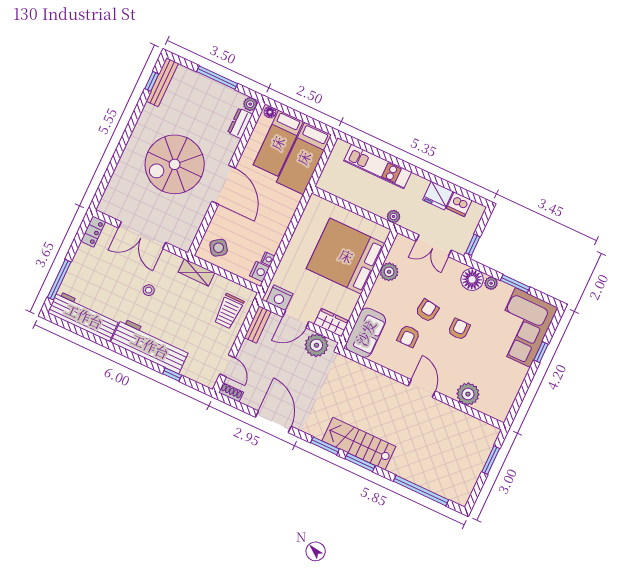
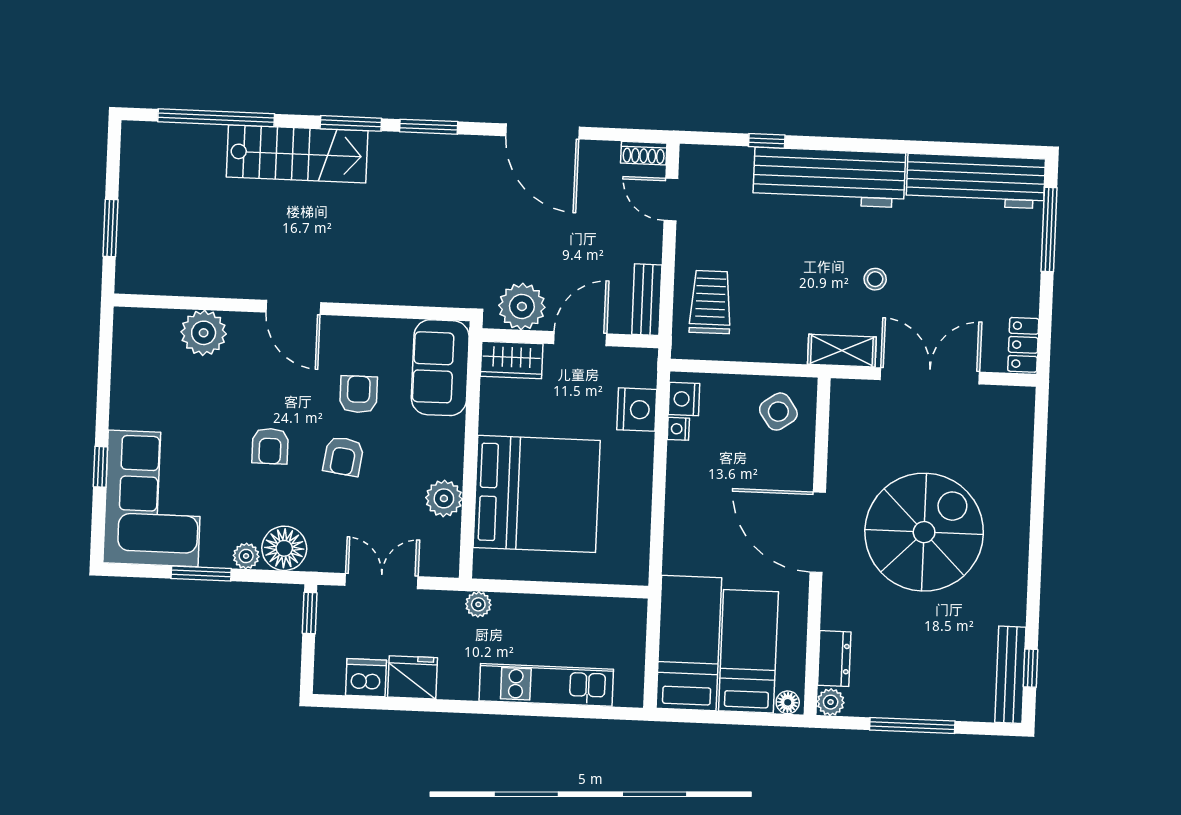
shelving: (196, 272) -> (842, 351), moved
nightstand: (280, 298) -> (637, 410), moved, turned 90
stairs: (359, 444) -> (297, 154), moved

